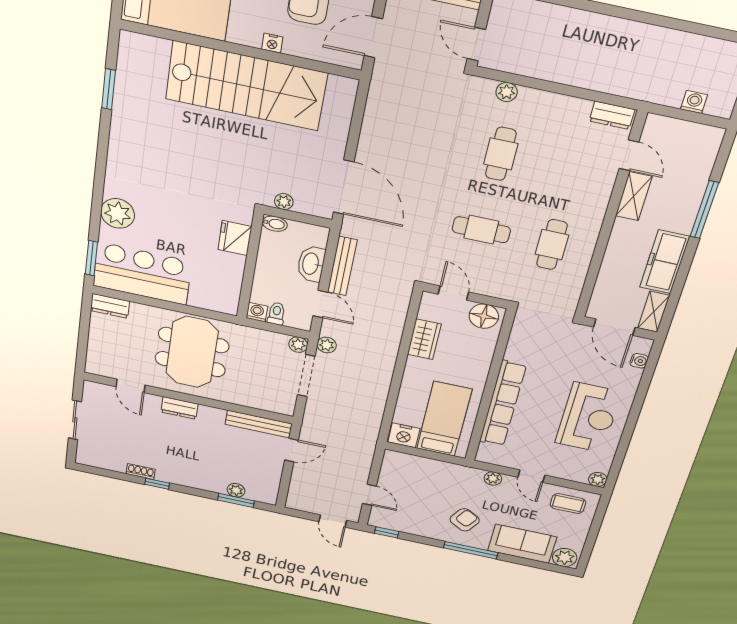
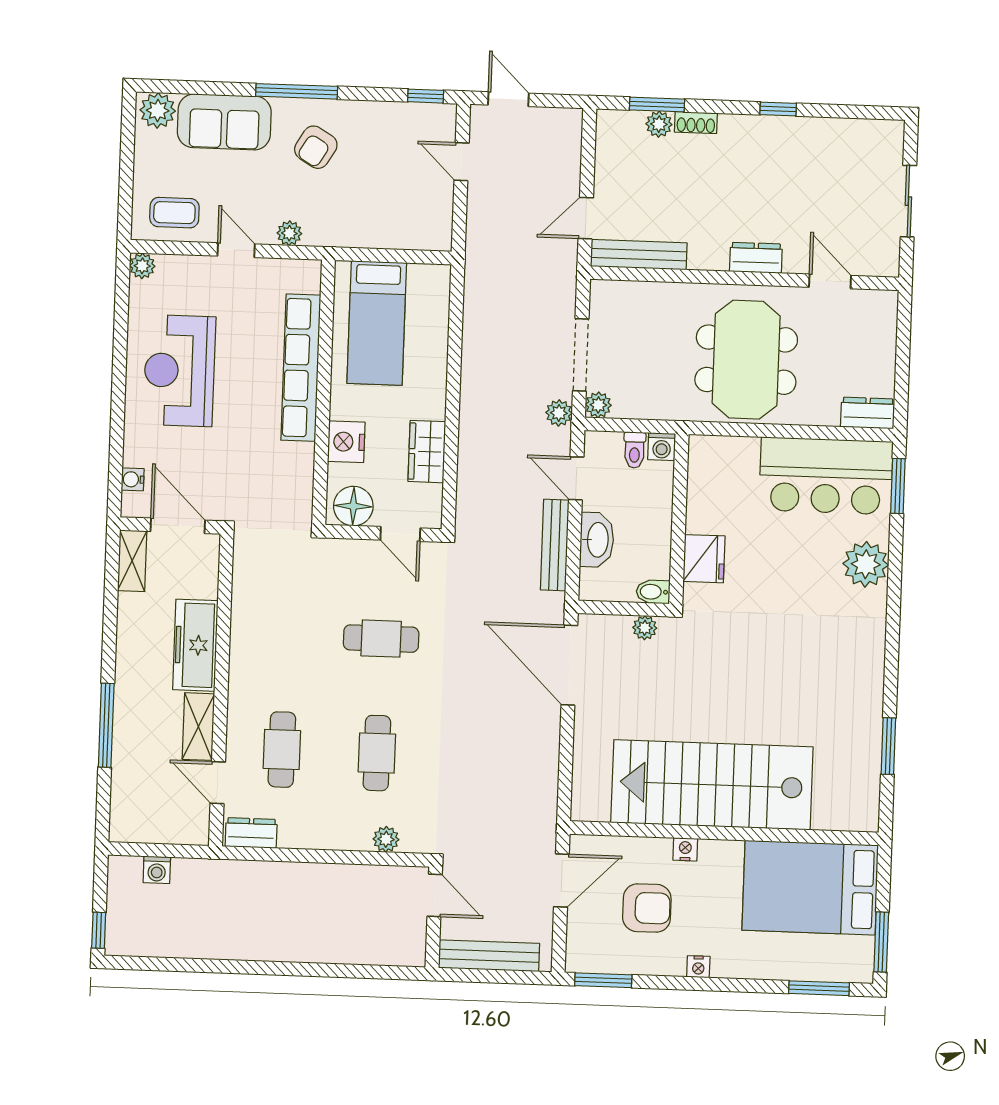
cafe table: (552, 245) -> (282, 750), moved
freezer: (665, 262) -> (195, 645), moved, turned 180
nightstand: (404, 435) -> (346, 442), moved, turned -90
shoe rack: (141, 472) -> (696, 123), moved

